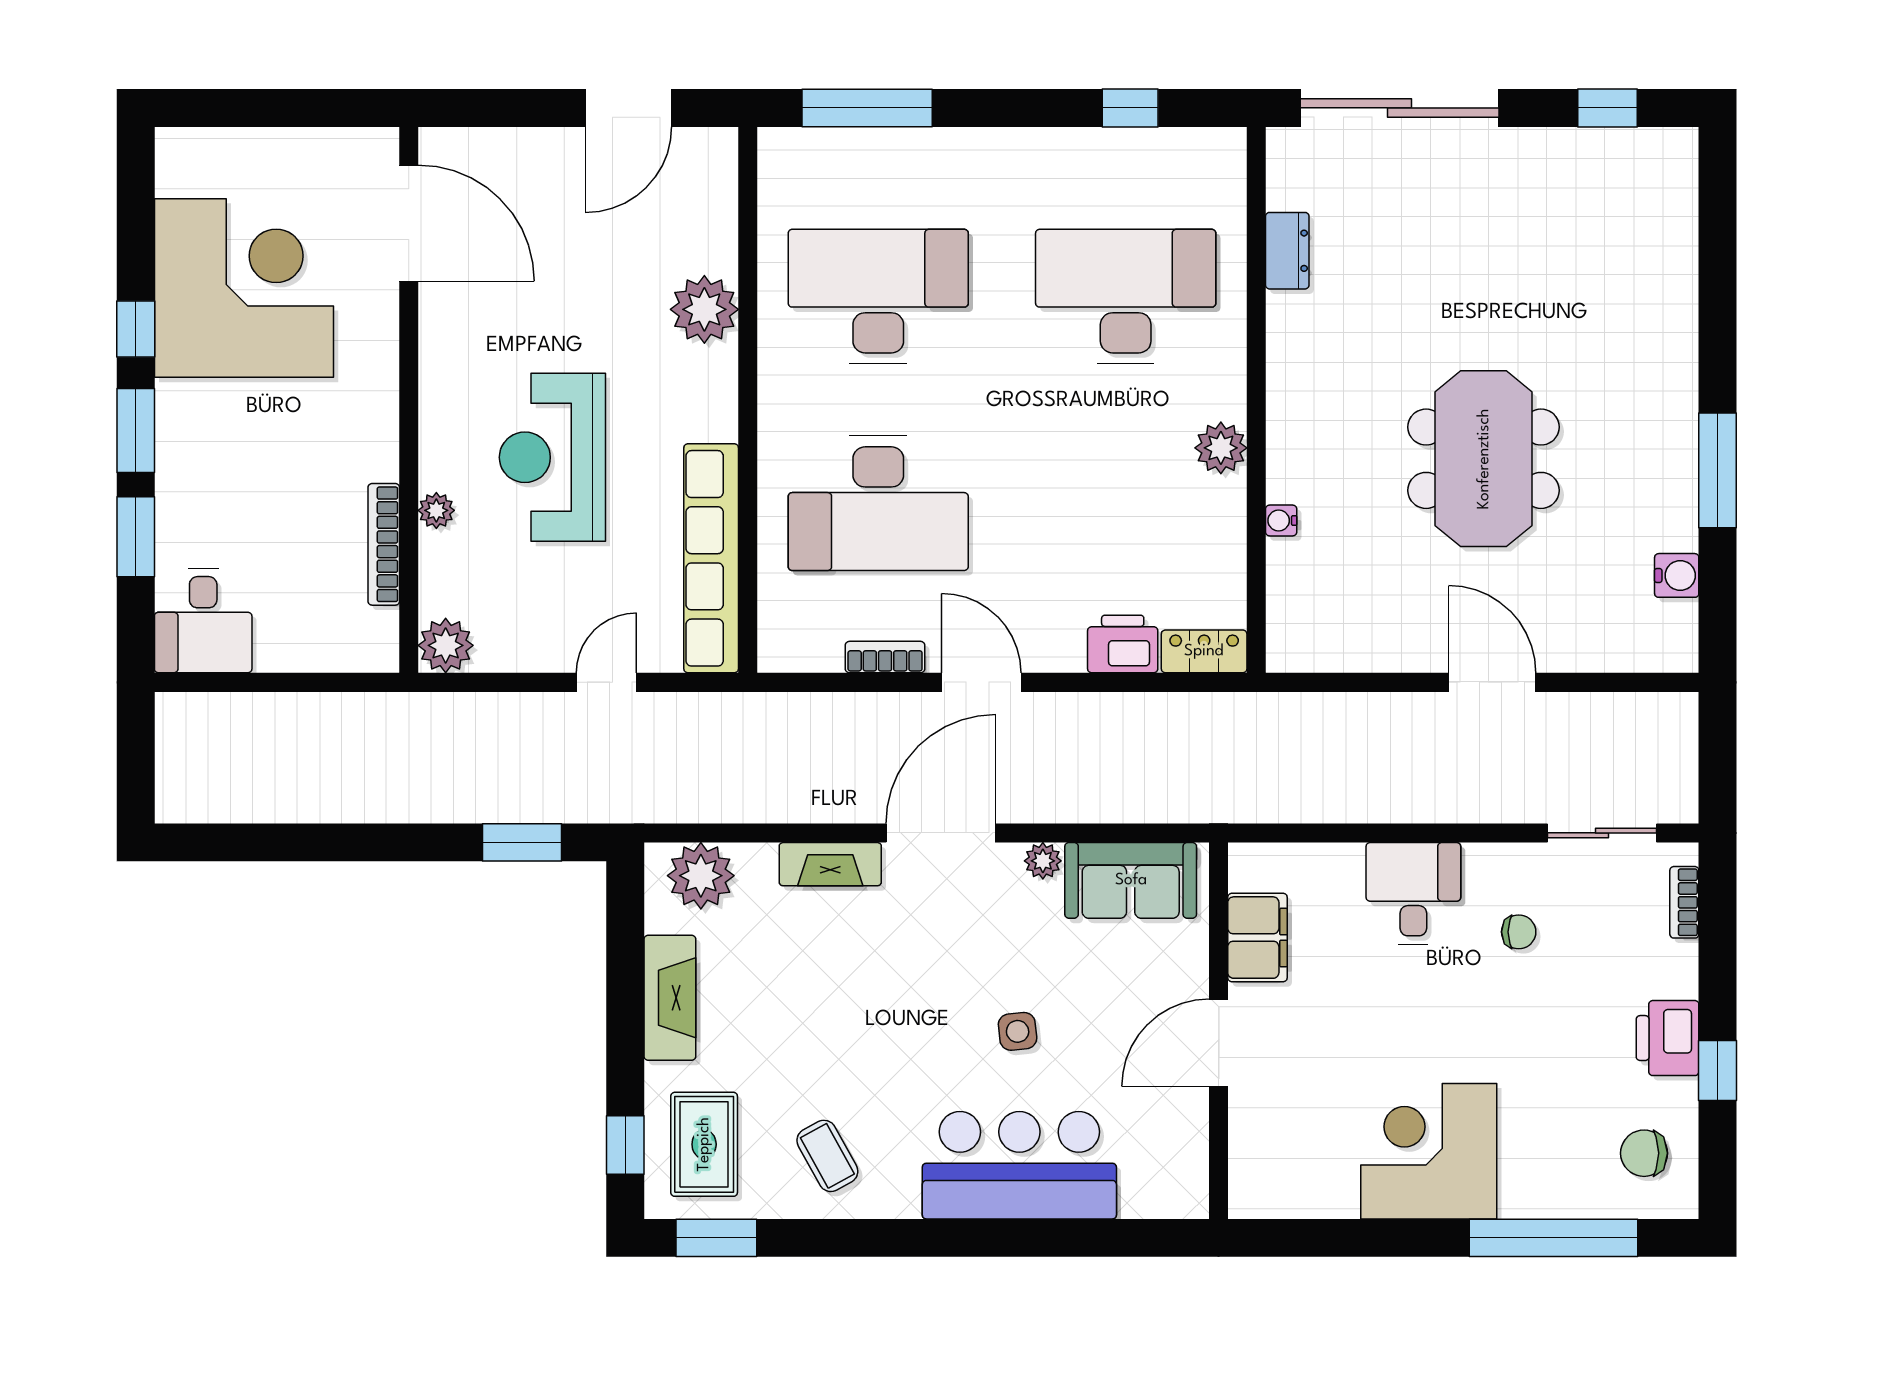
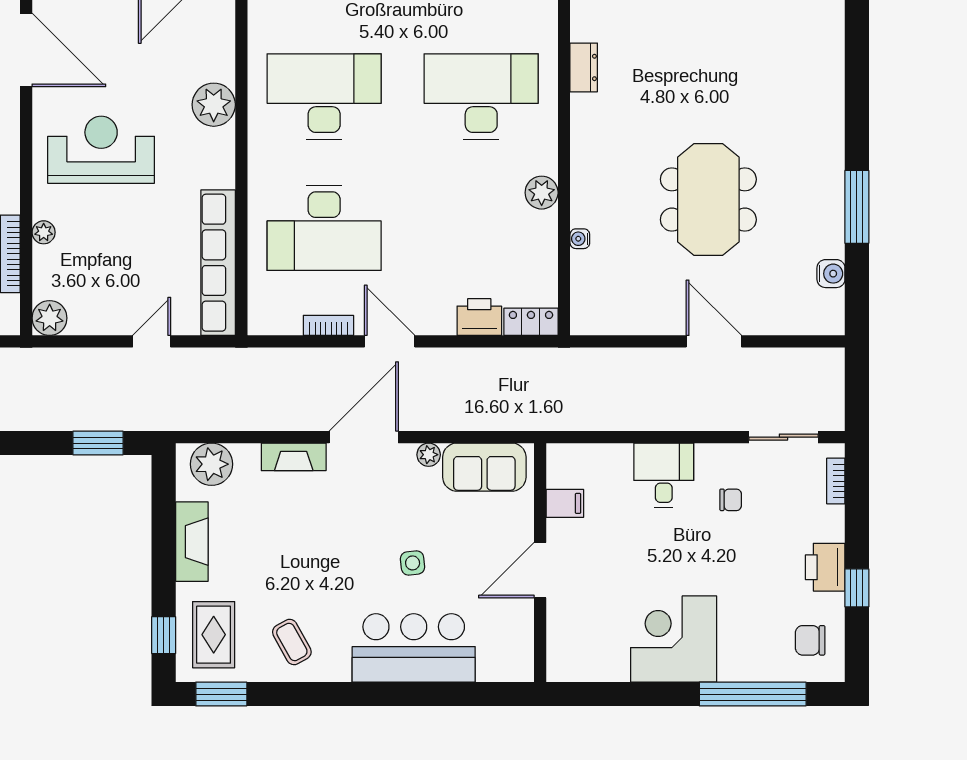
reception desk: (552, 457) -> (101, 150), moved, turned 90
filing cabinet: (1257, 938) -> (565, 503), width x0.50

